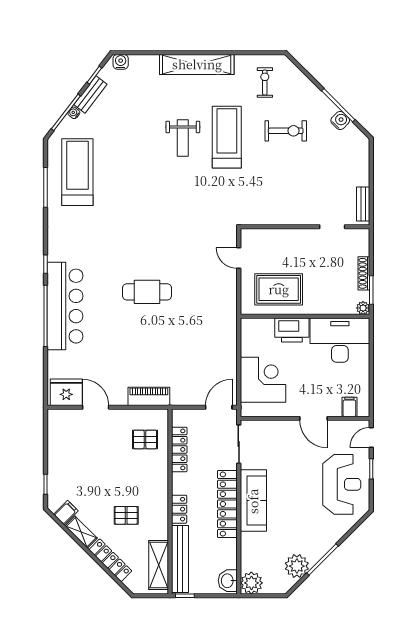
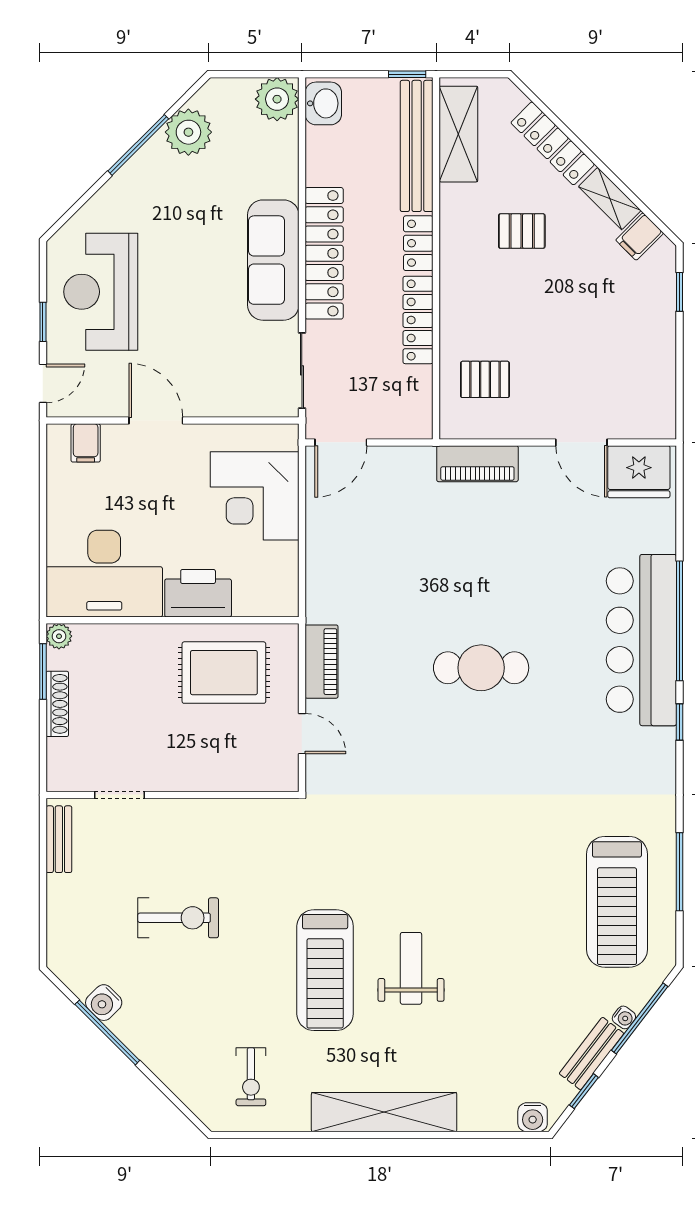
exercise bike: (286, 131) -> (178, 918), moved, turned 180
piano: (229, 295) -> (321, 662), added
locker: (179, 449) -> (418, 320), moved

